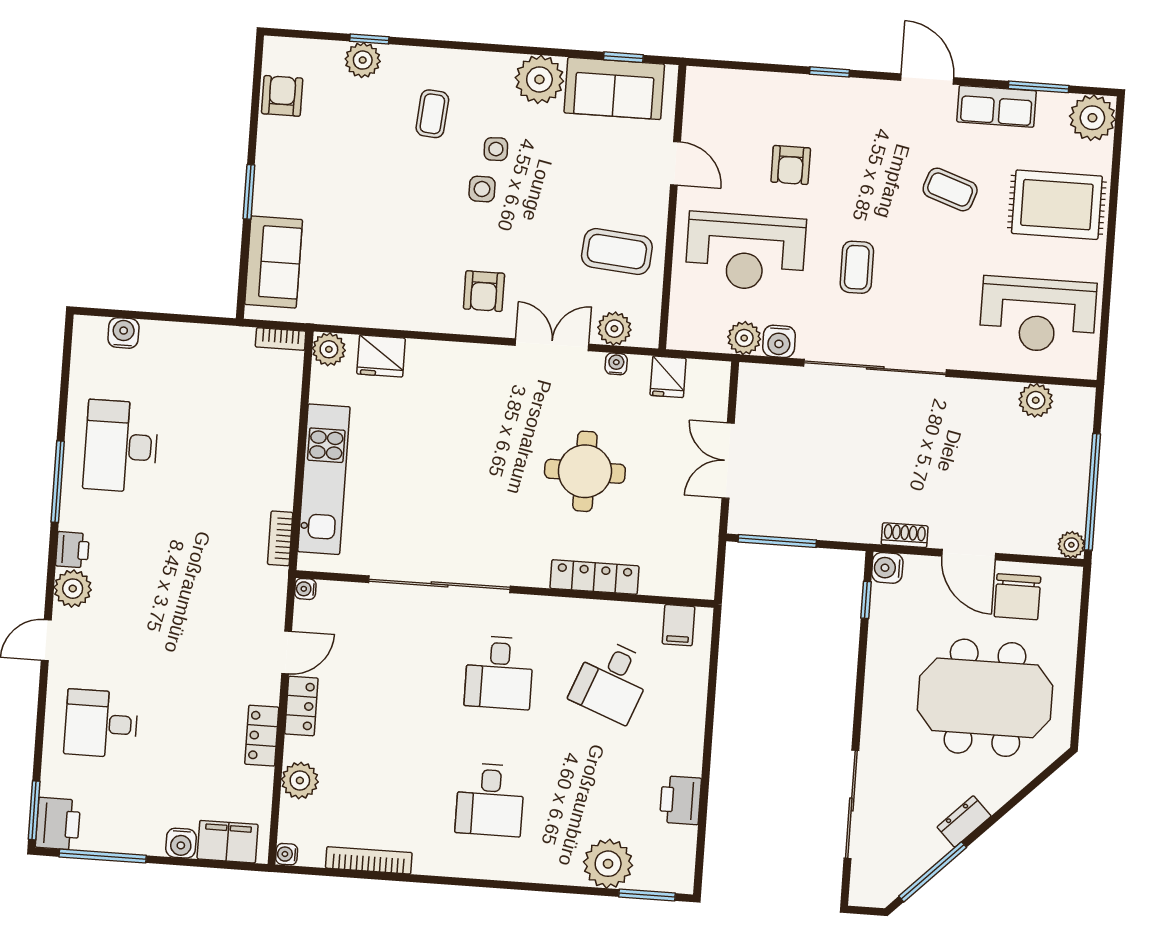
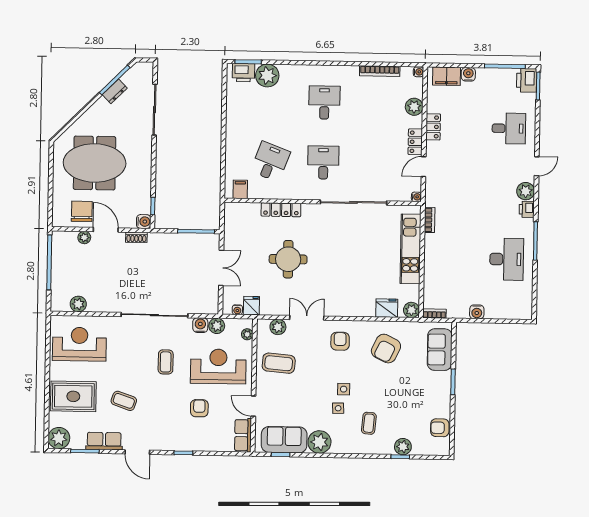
armchair: (282, 96) -> (440, 428), turned 90
row of seats: (701, 103) -> (243, 435), added
armchair: (387, 270) -> (386, 349), added
plant: (680, 316) -> (247, 334), added
water cooler: (123, 333) -> (477, 312), moved
double door: (552, 345) -> (307, 318), swing flipped
water cooler: (616, 364) -> (237, 310), moved
plant: (1071, 545) -> (84, 238), moved
printer: (680, 800) -> (243, 73), moved, turned 90
dresser: (964, 821) -> (115, 91), moved

